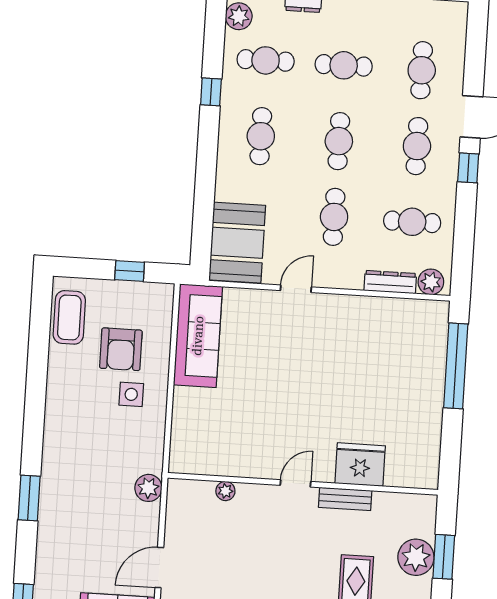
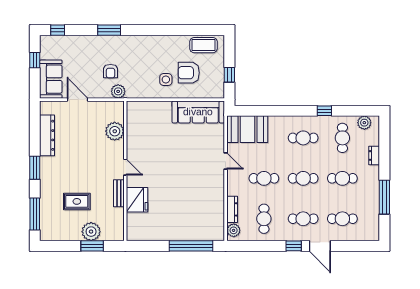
cafe table: (344, 65) -> (342, 178), turned 90
plant: (225, 491) -> (115, 131), width x1.88, depth x1.88
armchair: (108, 500) -> (110, 71), added

